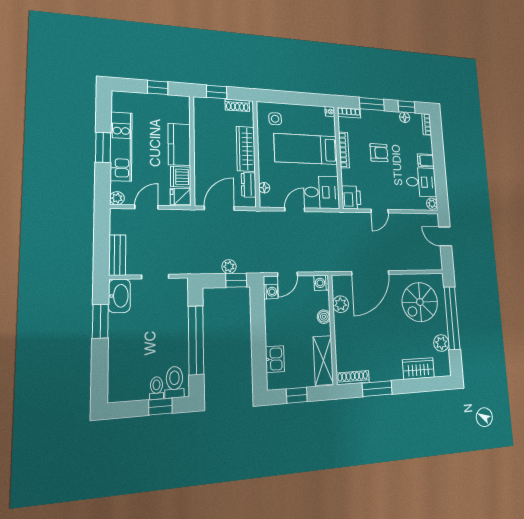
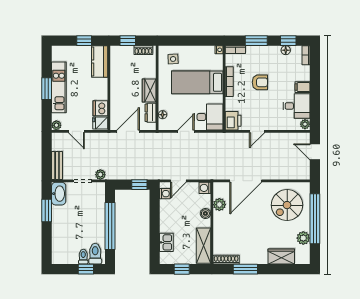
kitchen counter: (179, 144) -> (100, 61), moved
wardrobe: (246, 149) -> (149, 91), width x0.67
door: (146, 207) -> (76, 131), swing flipped
plant: (229, 267) -> (100, 175), moved

